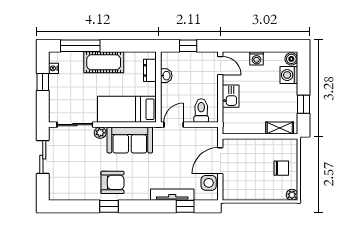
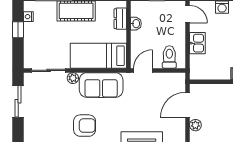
plant: (229, 182) -> (195, 125), added
side table: (209, 183) -> (176, 126), removed

